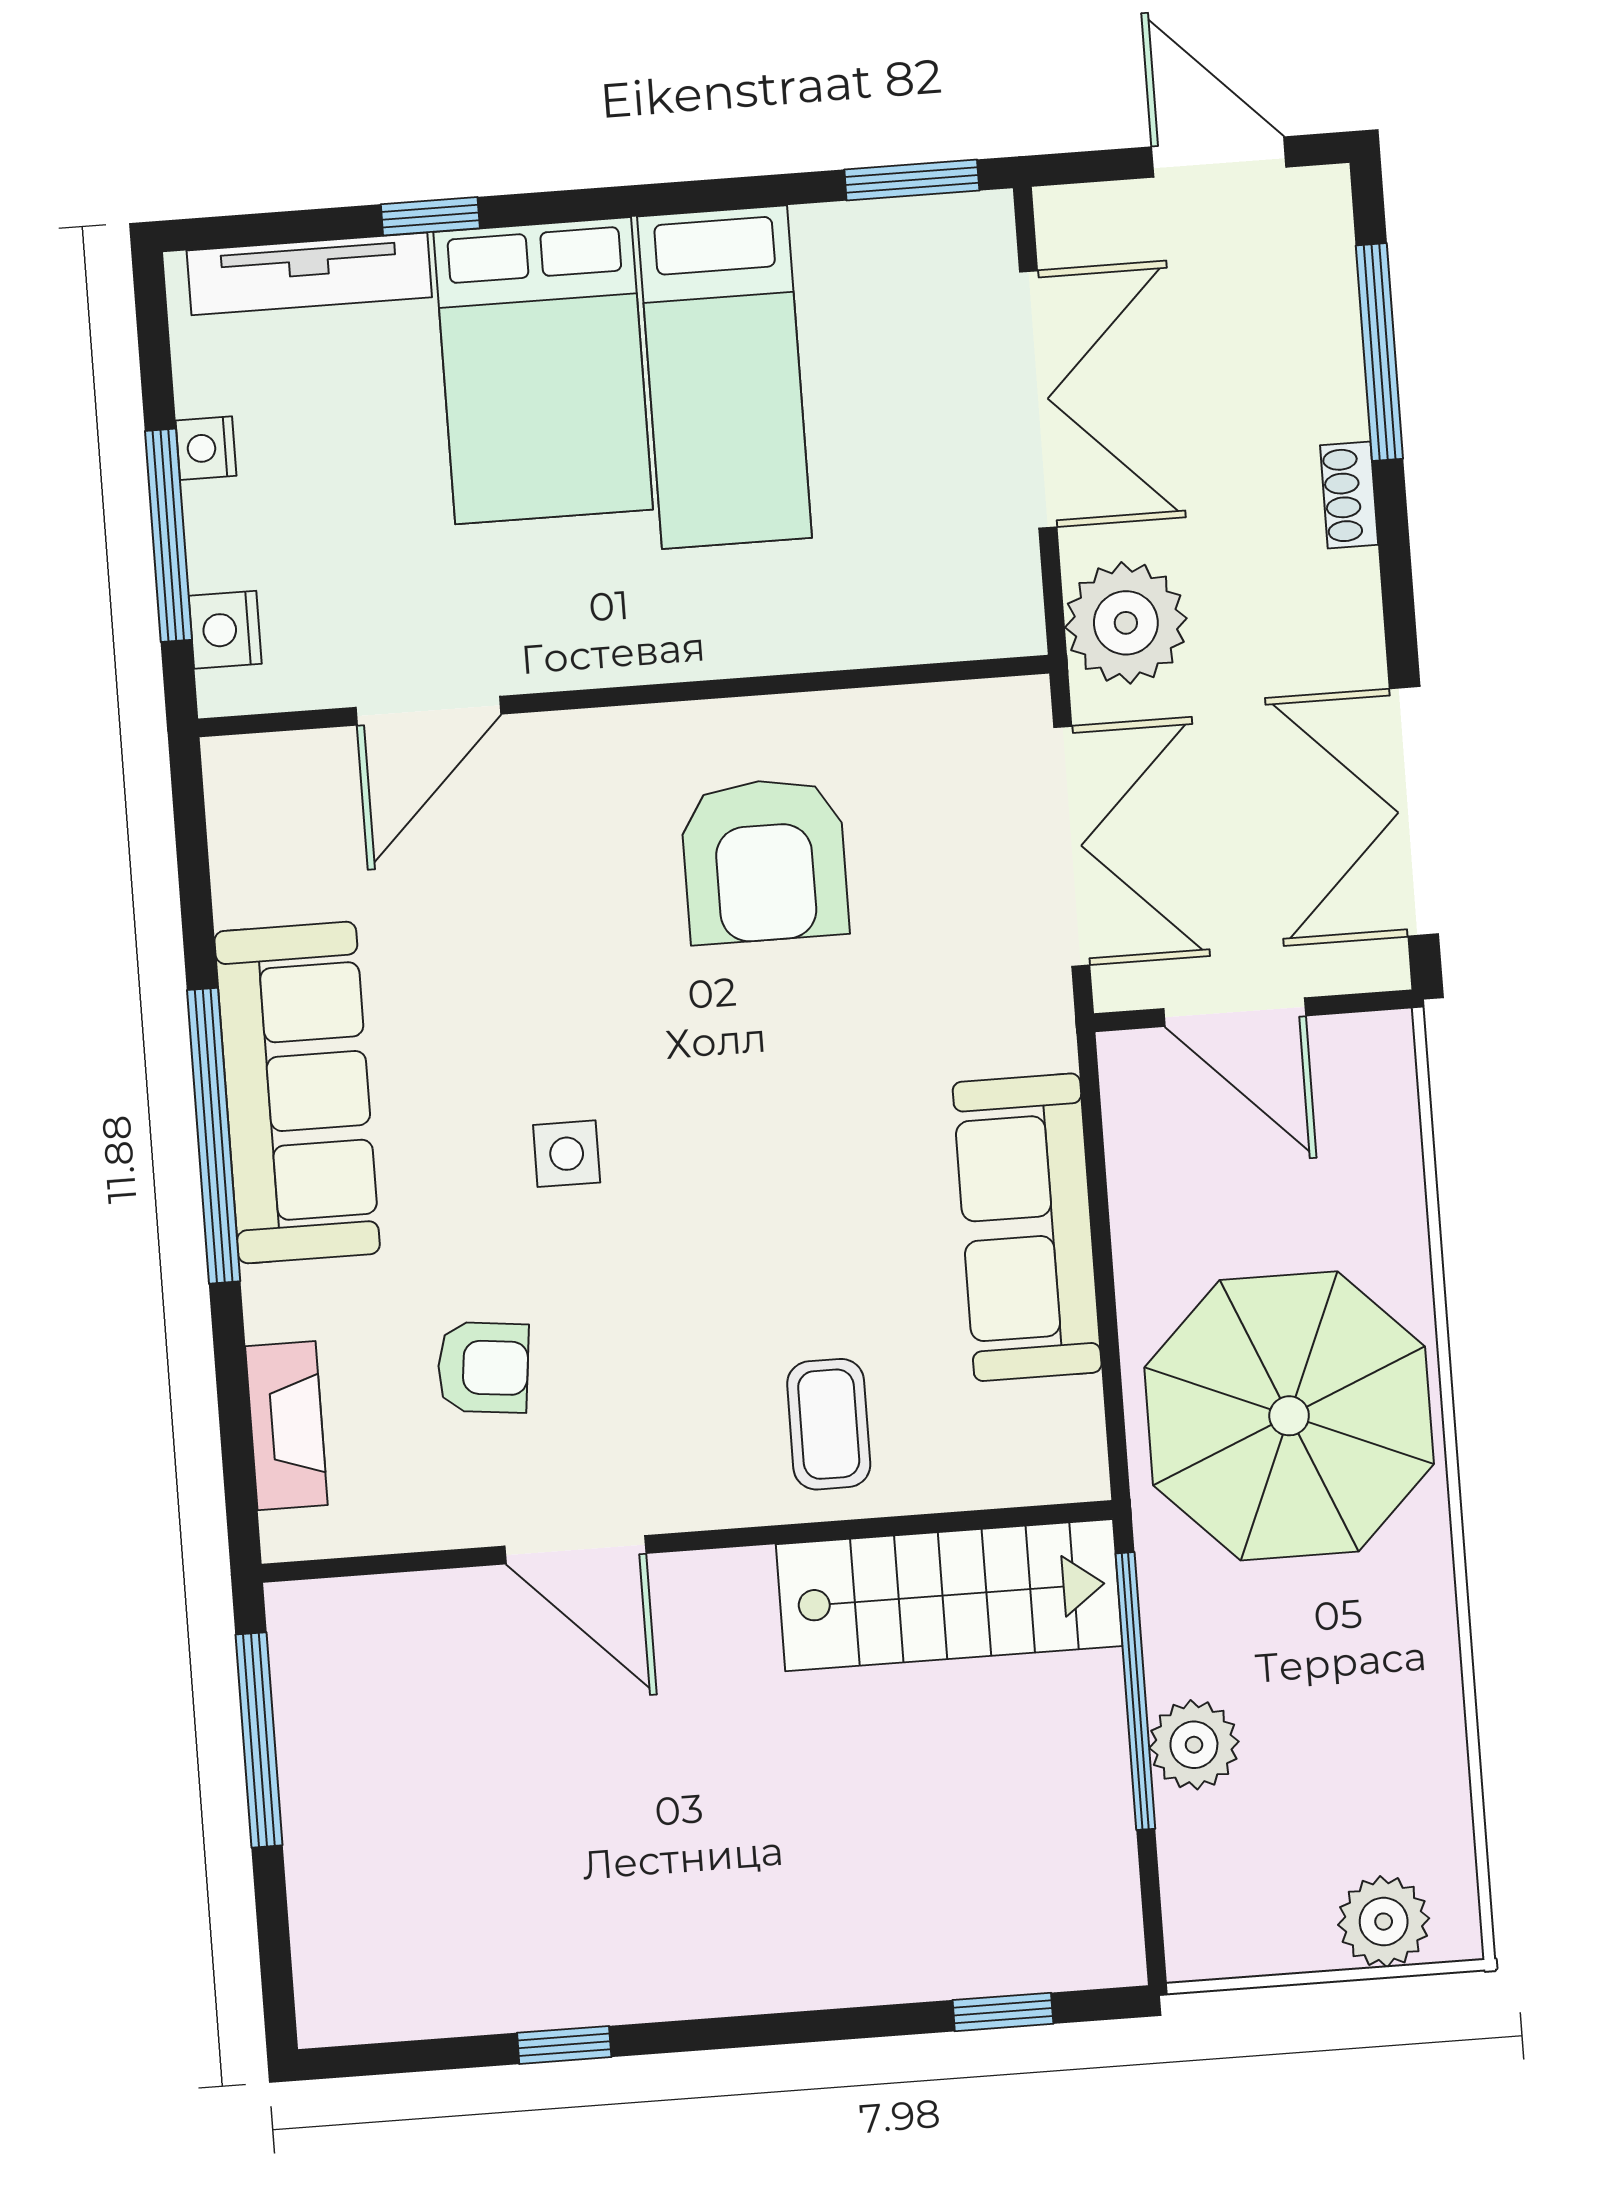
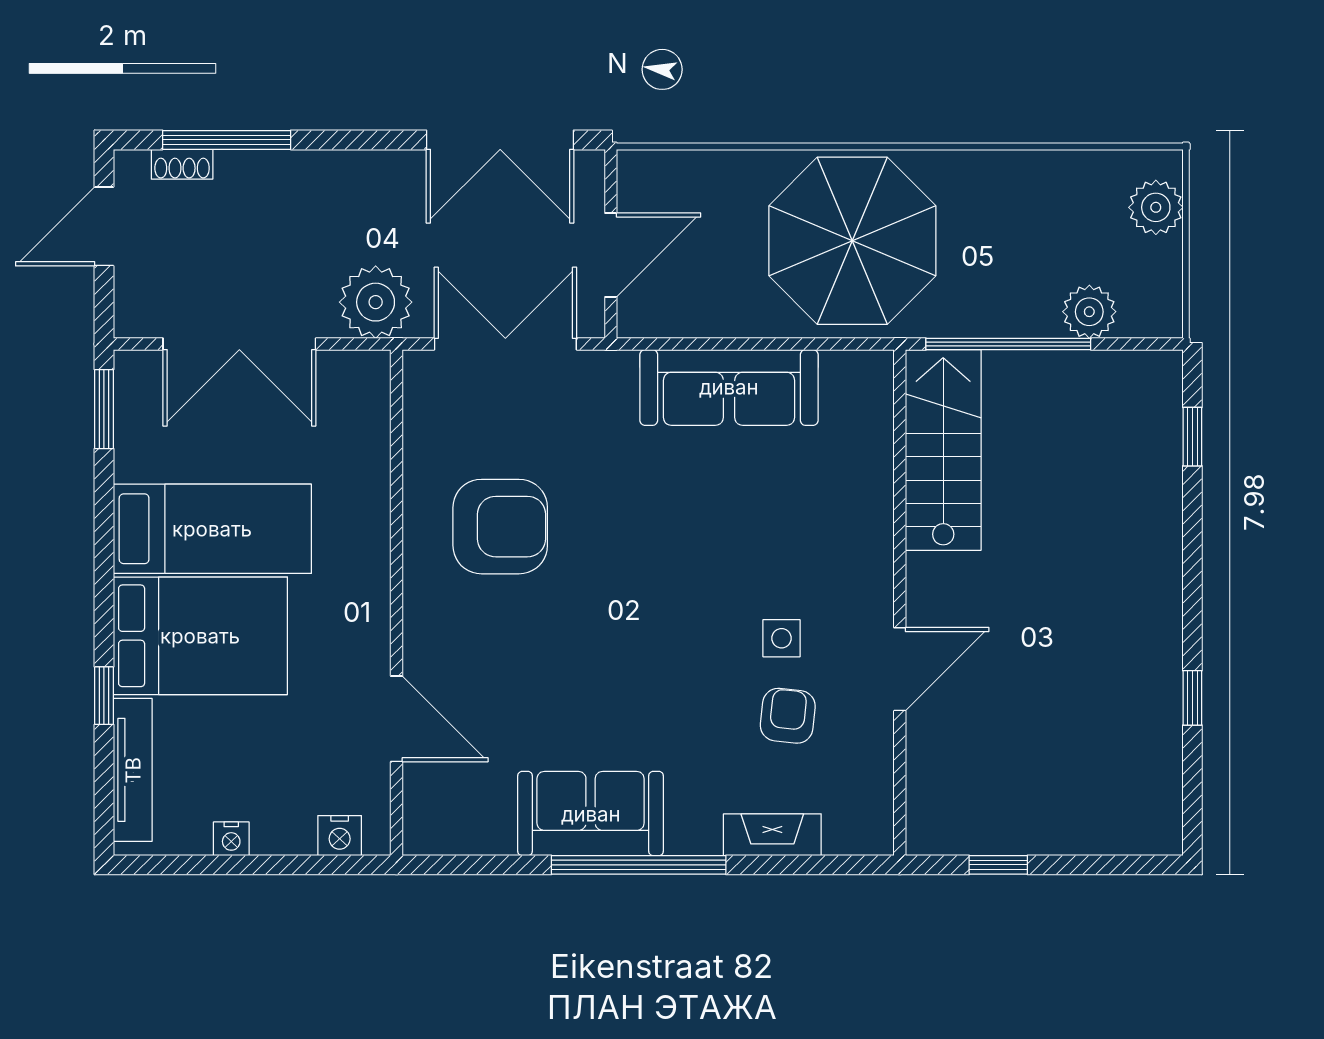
double door: (1038, 399) -> (239, 344), swing flipped
shoe rack: (1349, 495) -> (182, 164), moved
window: (168, 535) -> (281, 865), removed
sofa: (297, 1093) -> (591, 814), width x0.73
side table: (567, 1154) -> (782, 638), moved
coffee table: (829, 1424) -> (837, 514), removed
fireplace: (286, 1426) -> (772, 835), moved
window: (259, 1740) -> (998, 865), width x0.46
plant: (1194, 1745) -> (1089, 312), moved

